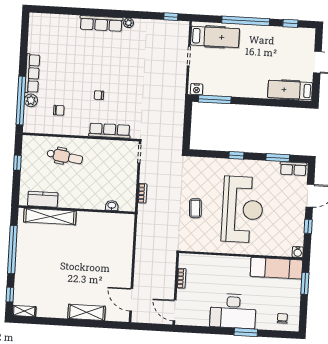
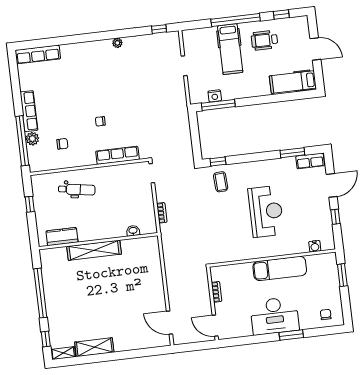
row of seats: (101, 23) -> (38, 54), moved
hospital bed: (215, 37) -> (230, 49), moved, turned 90
wheelchair: (270, 45) -> (264, 40), added
nightstand: (197, 89) -> (215, 96), moved
window: (236, 155) -> (218, 162), moved
coffee table: (195, 208) -> (221, 182), moved
reception desk: (243, 209) -> (266, 211), width x0.74, depth x0.77
shelving: (50, 216) -> (94, 250), moved
water cooler: (298, 252) -> (315, 246), moved
exam couch: (276, 268) -> (280, 268), moved
shelving: (87, 312) -> (94, 347), moved

